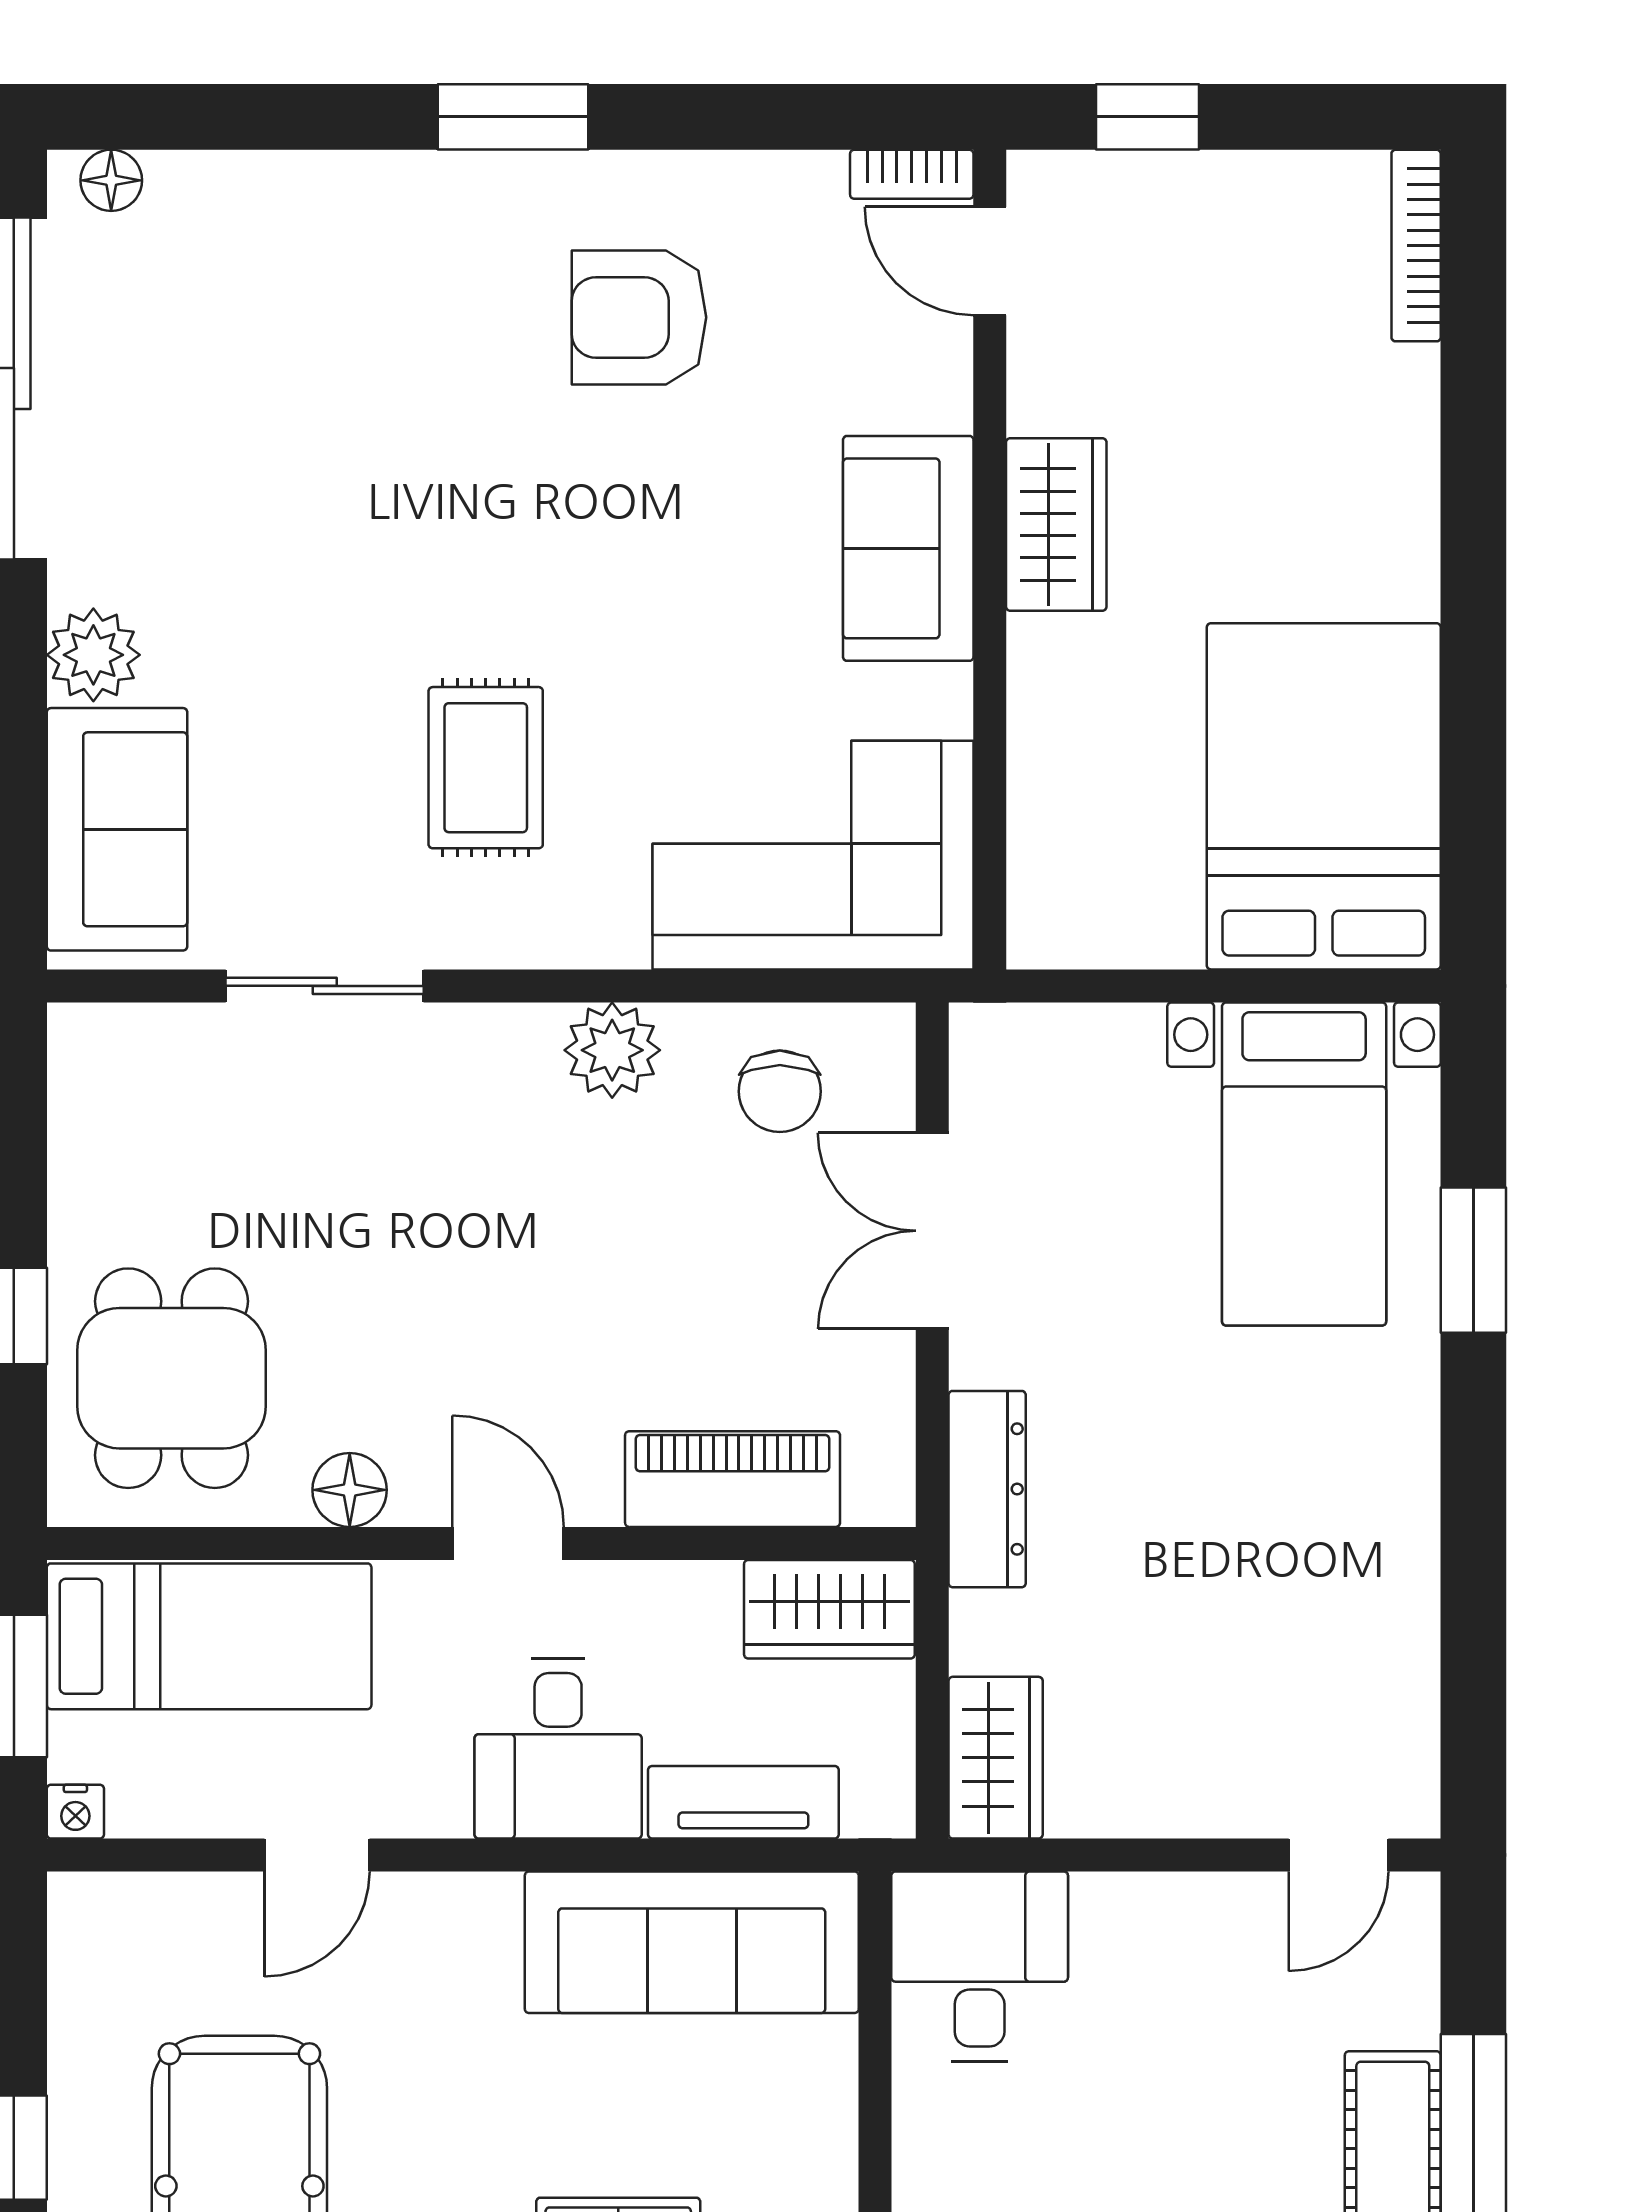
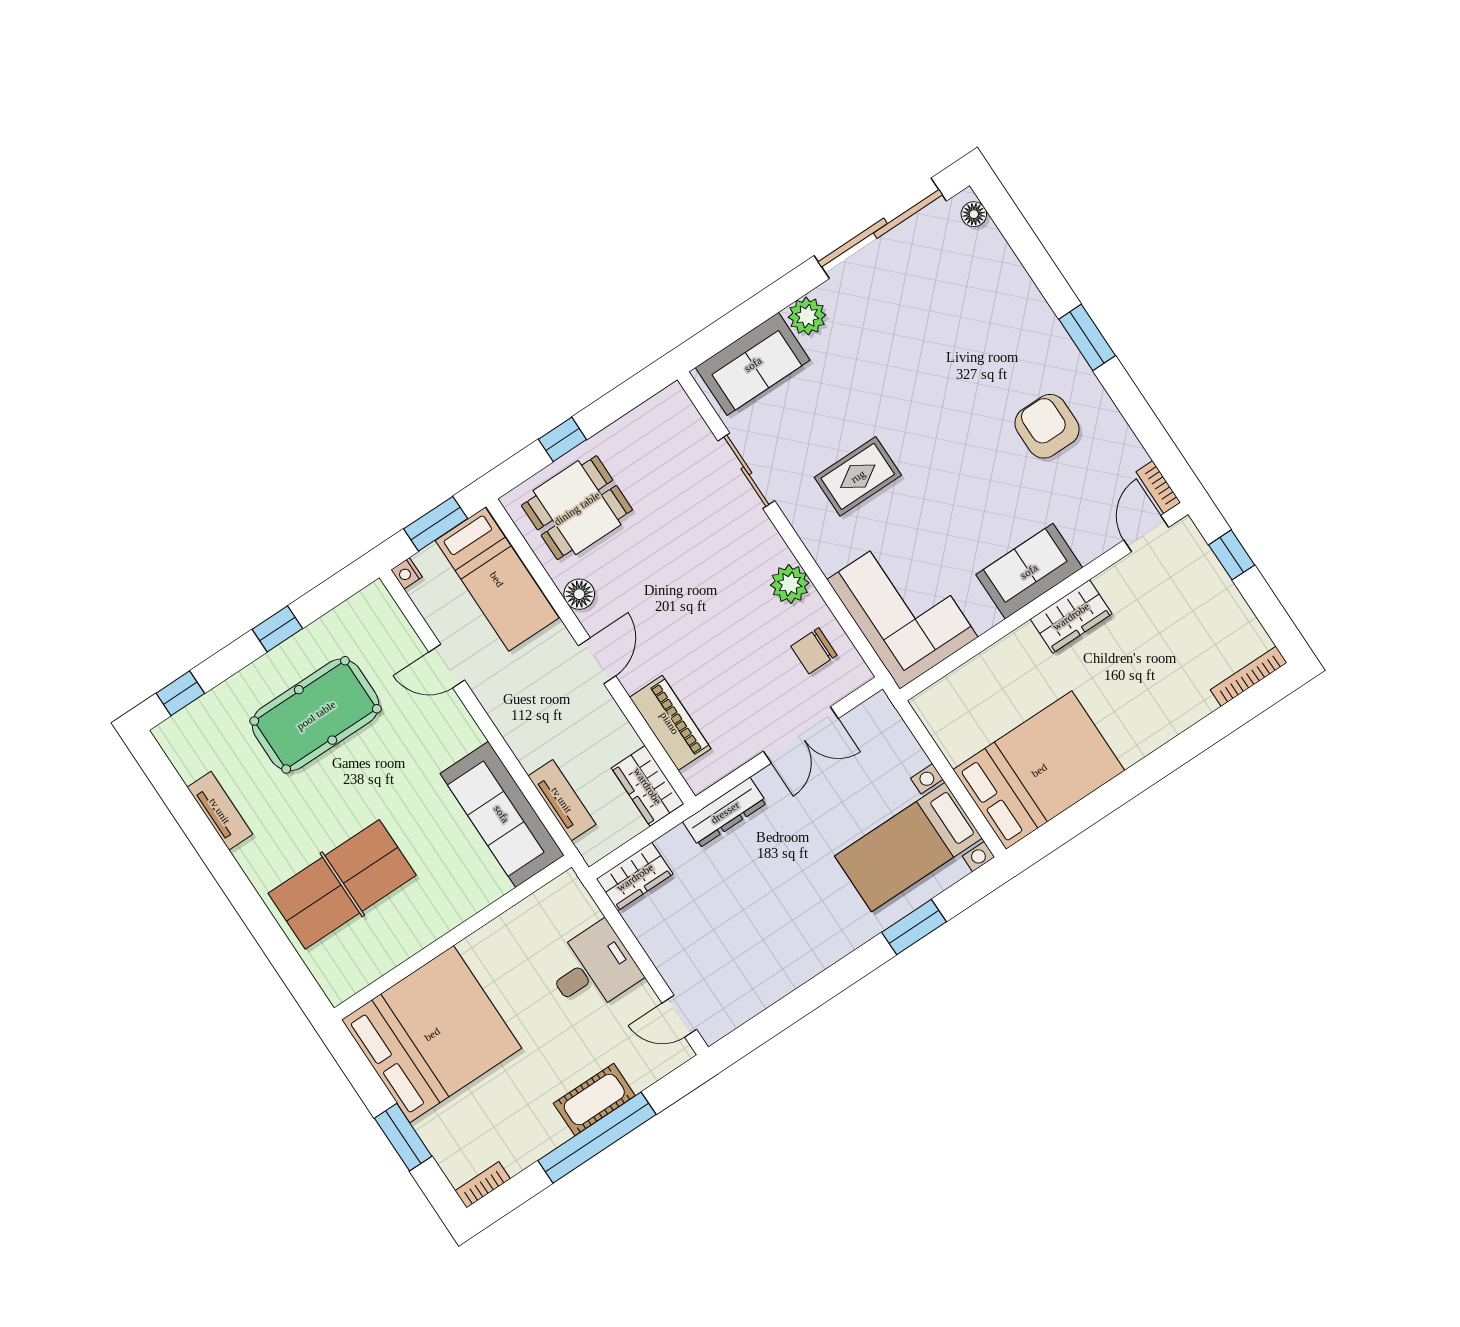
double door: (932, 1231) -> (801, 735), swing flipped
desk: (558, 1749) -> (538, 724), removed
desk: (980, 1967) -> (593, 969), moved

